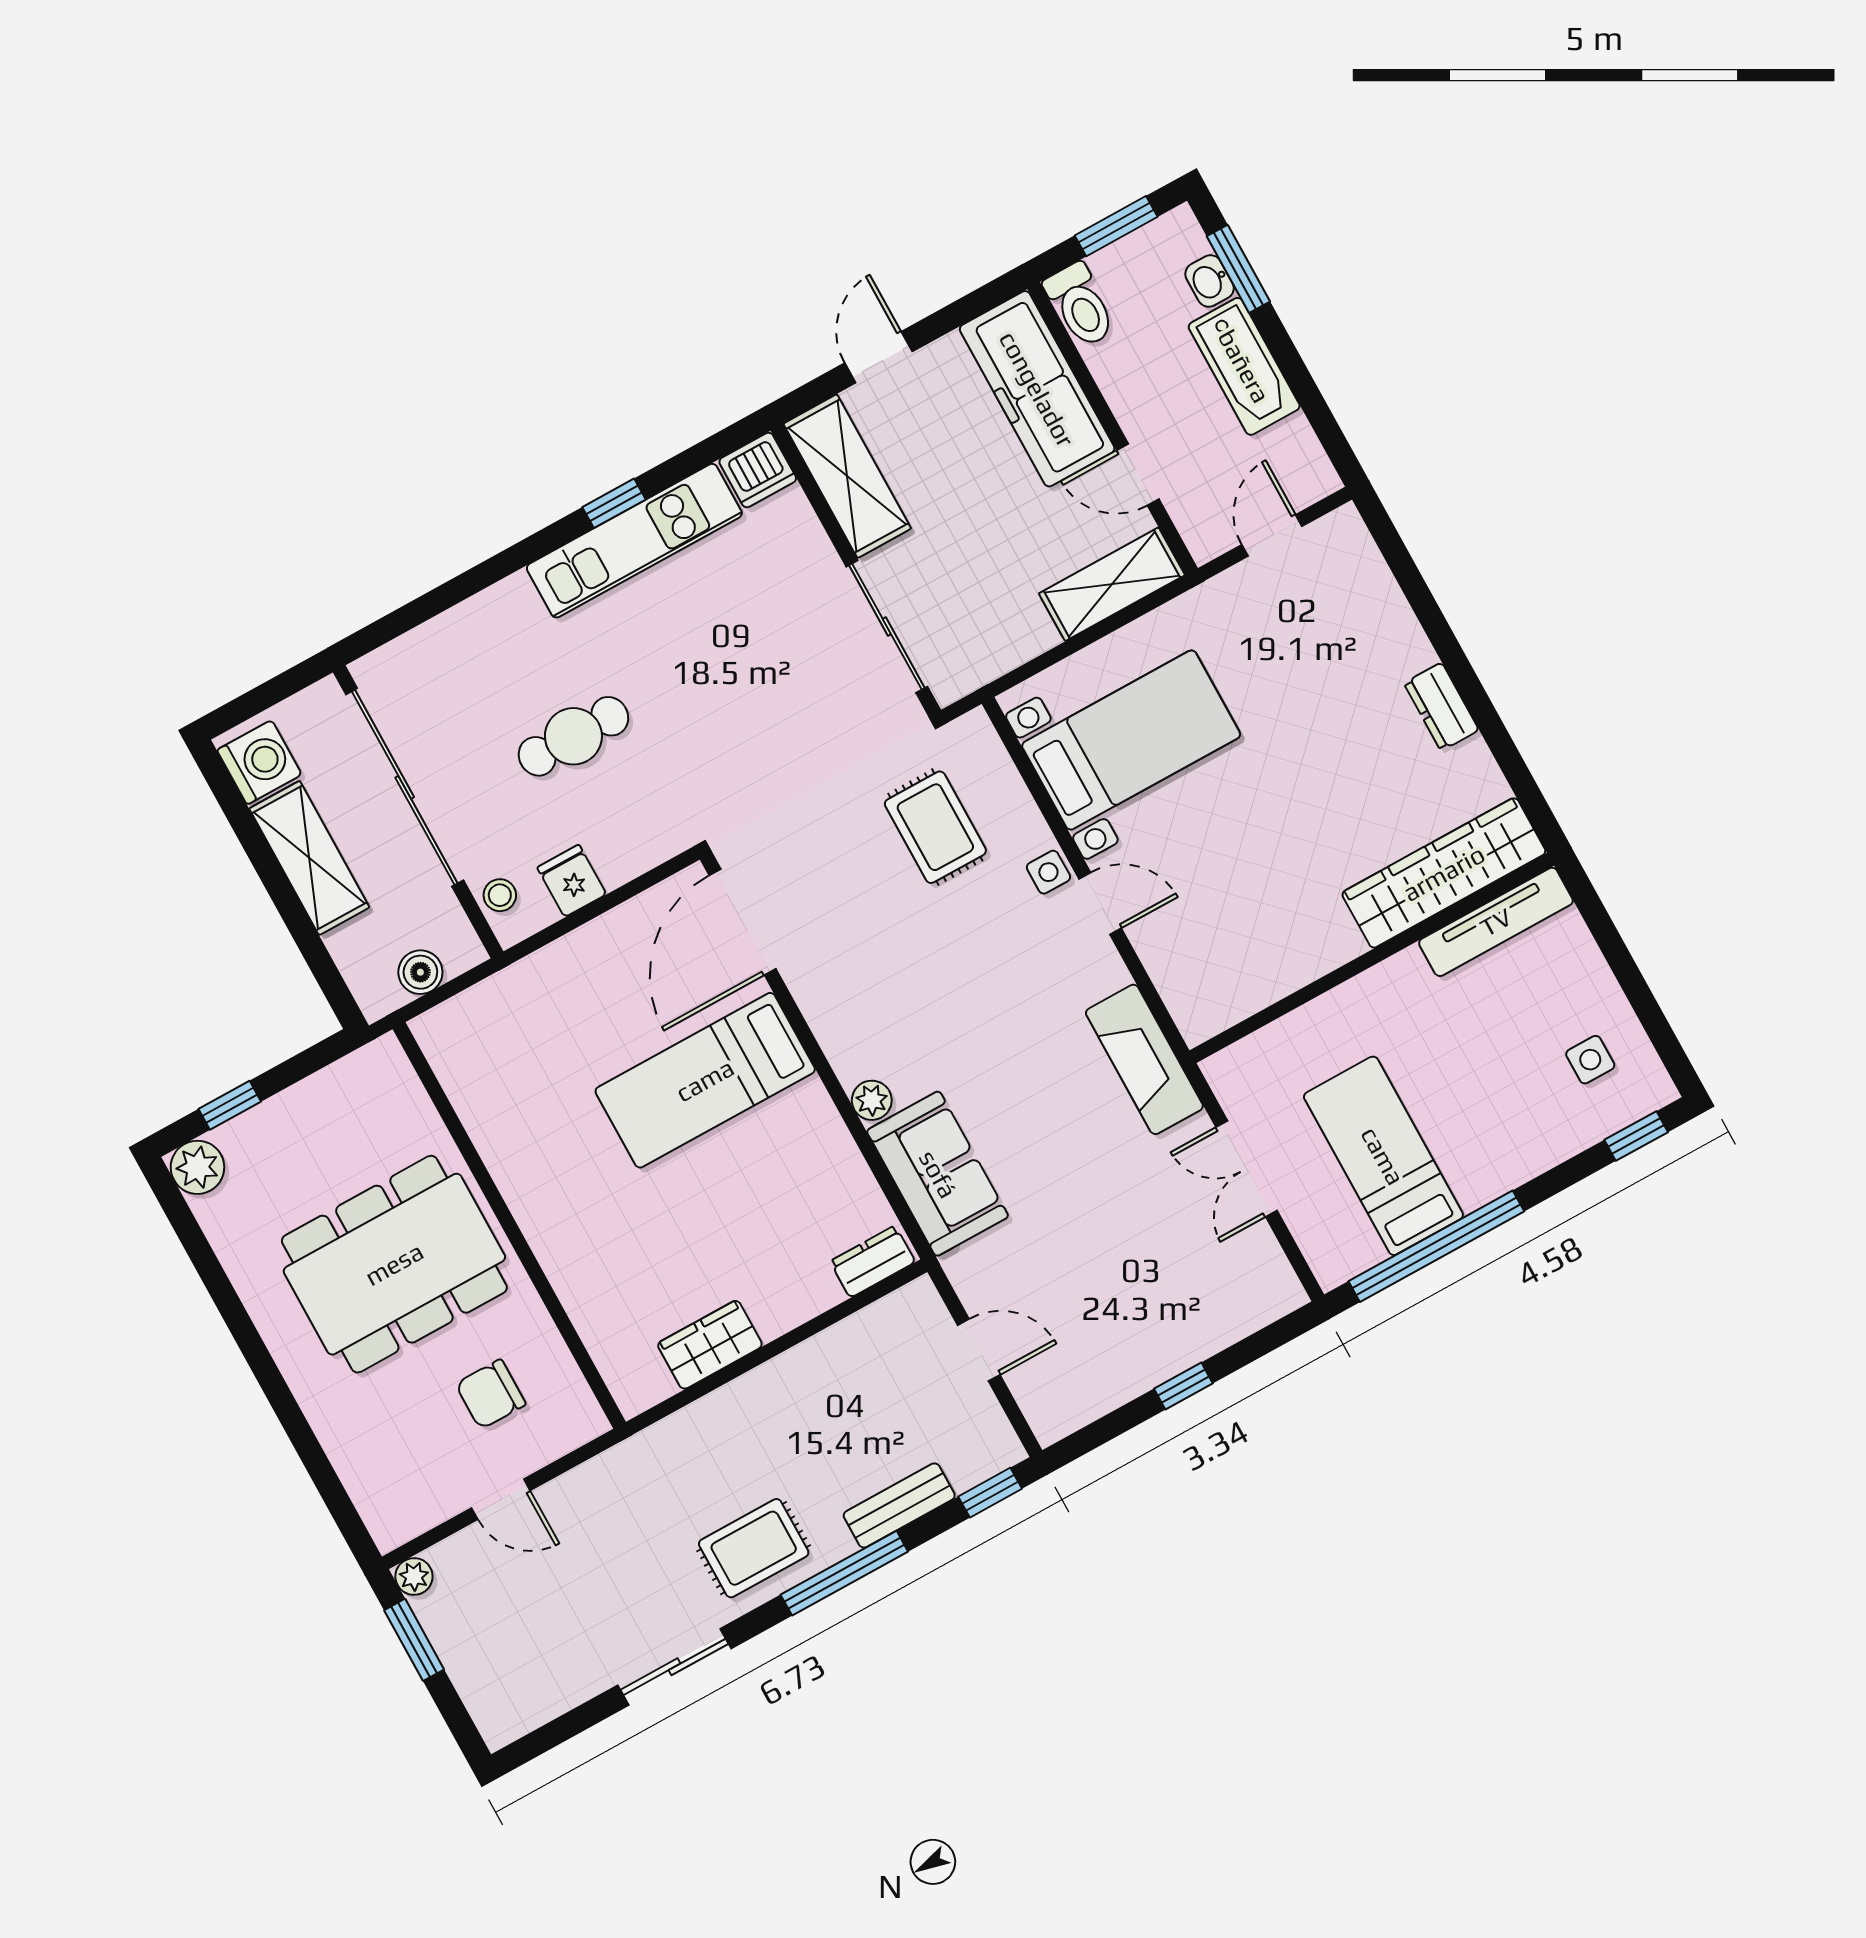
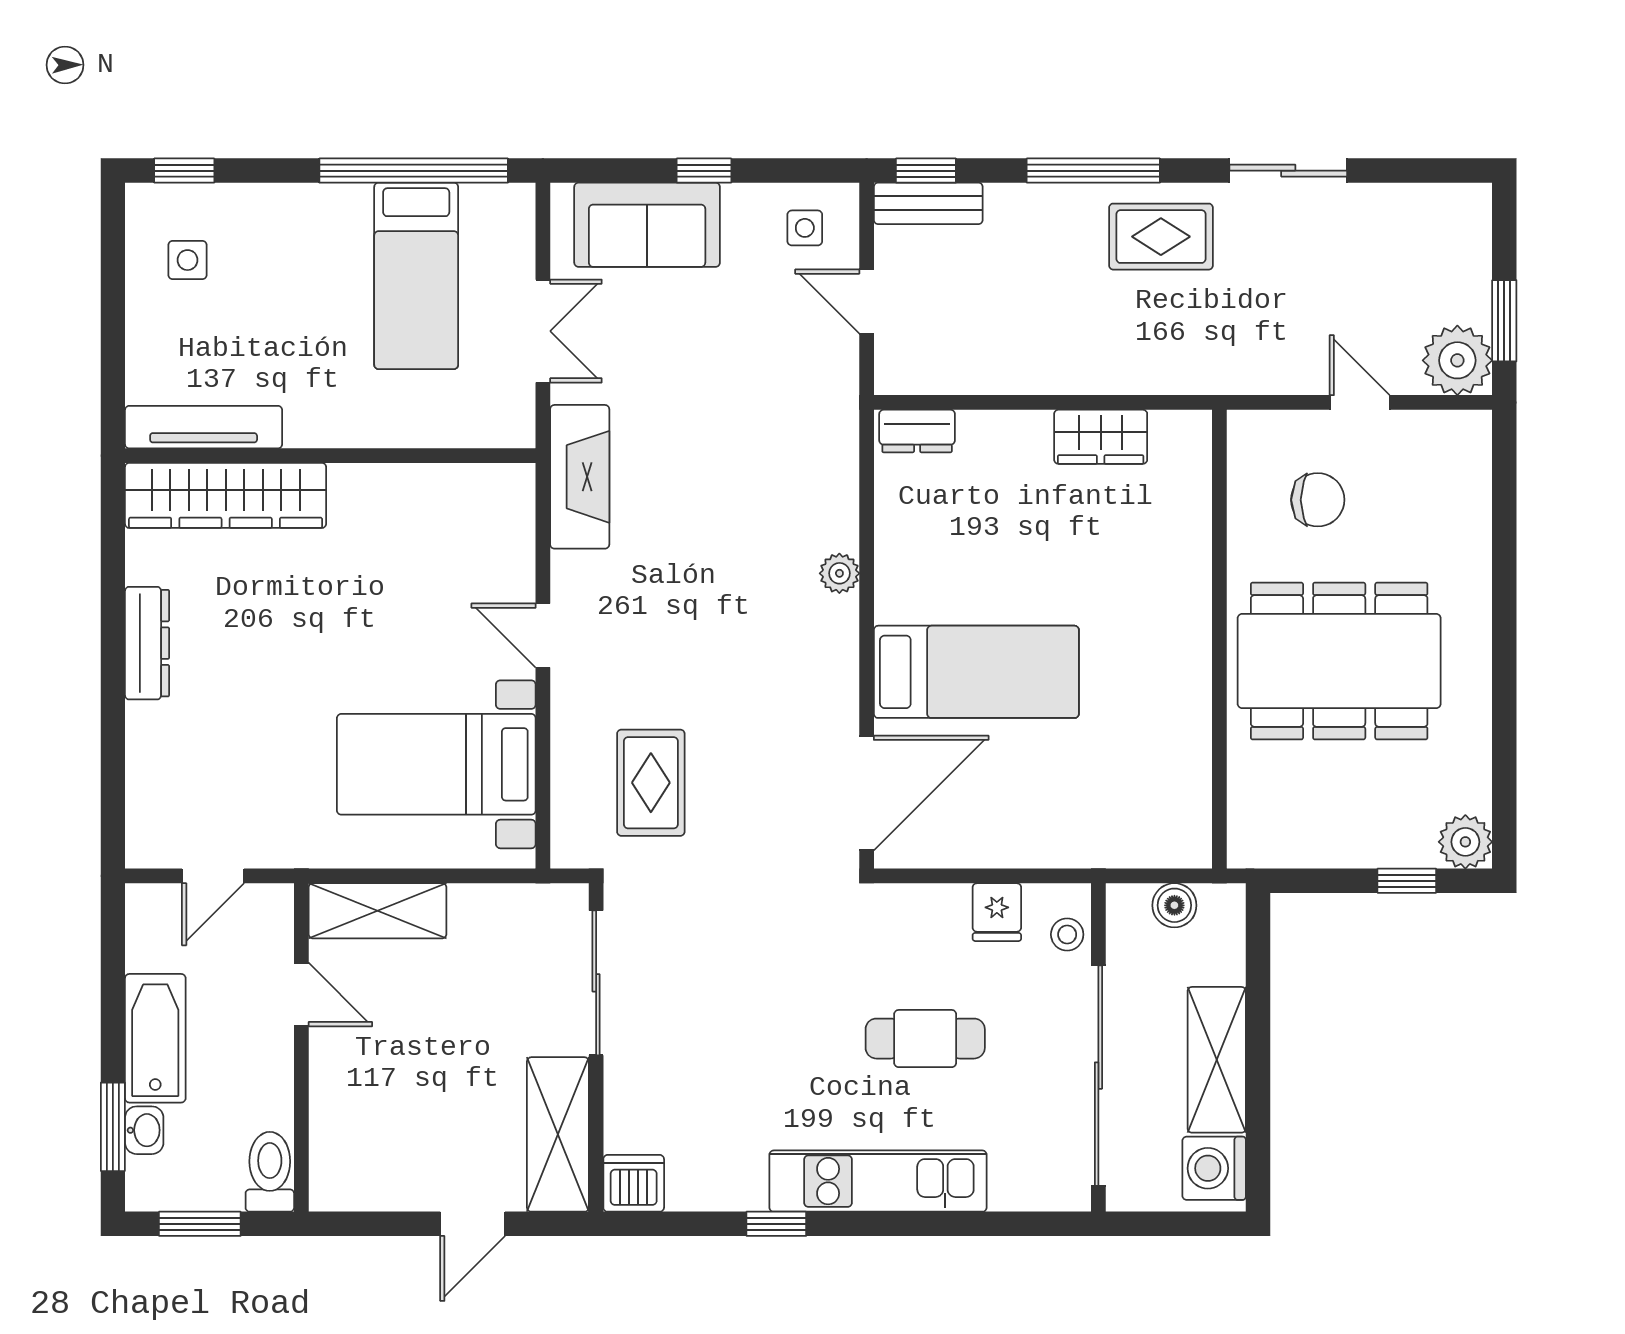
freezer: (1037, 389) -> (348, 1119), removed
kitchen unit: (634, 541) -> (878, 1181), moved
dresser: (1441, 707) -> (147, 643), width x1.44
side table: (1048, 872) -> (805, 228), moved
sofa: (938, 1174) -> (647, 225), moved, turned -90
bench: (899, 1505) -> (928, 203), moved
plant: (414, 1576) -> (1457, 360), width x1.88, depth x1.88

